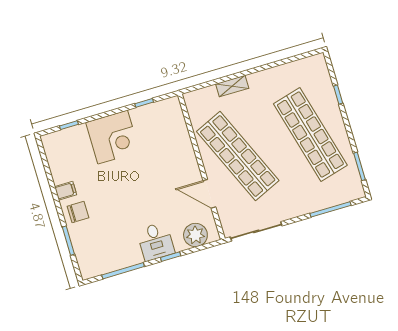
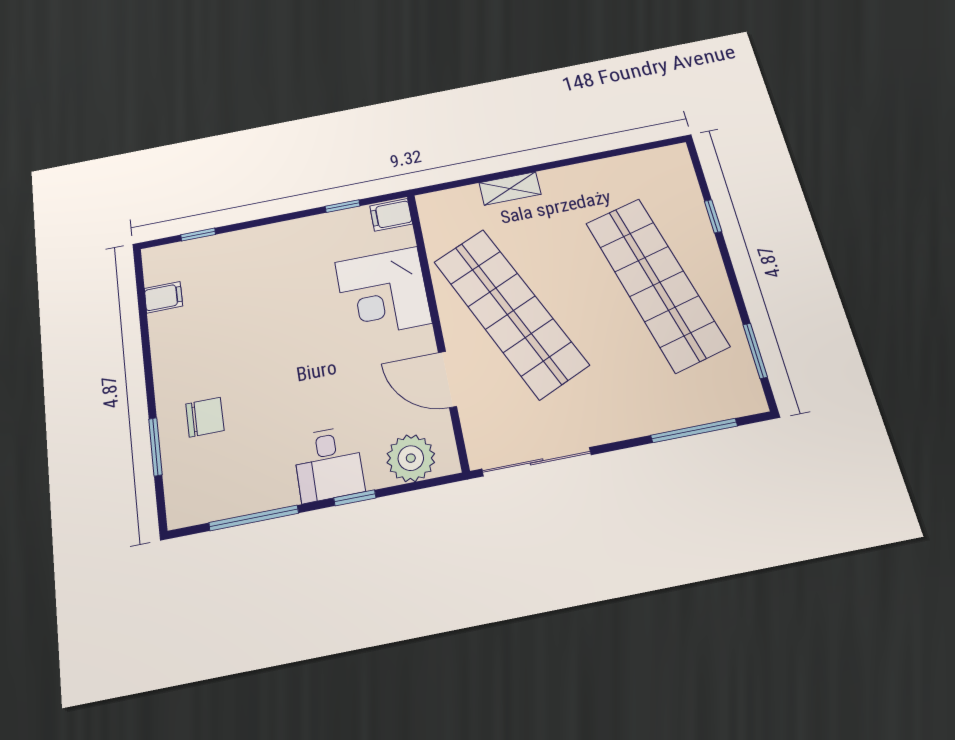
filing cabinet: (171, 106) -> (391, 215), added
corner desk: (113, 137) -> (383, 292), moved, turned 90
filing cabinet: (66, 191) -> (163, 297), moved
chair: (78, 212) -> (205, 417), moved

